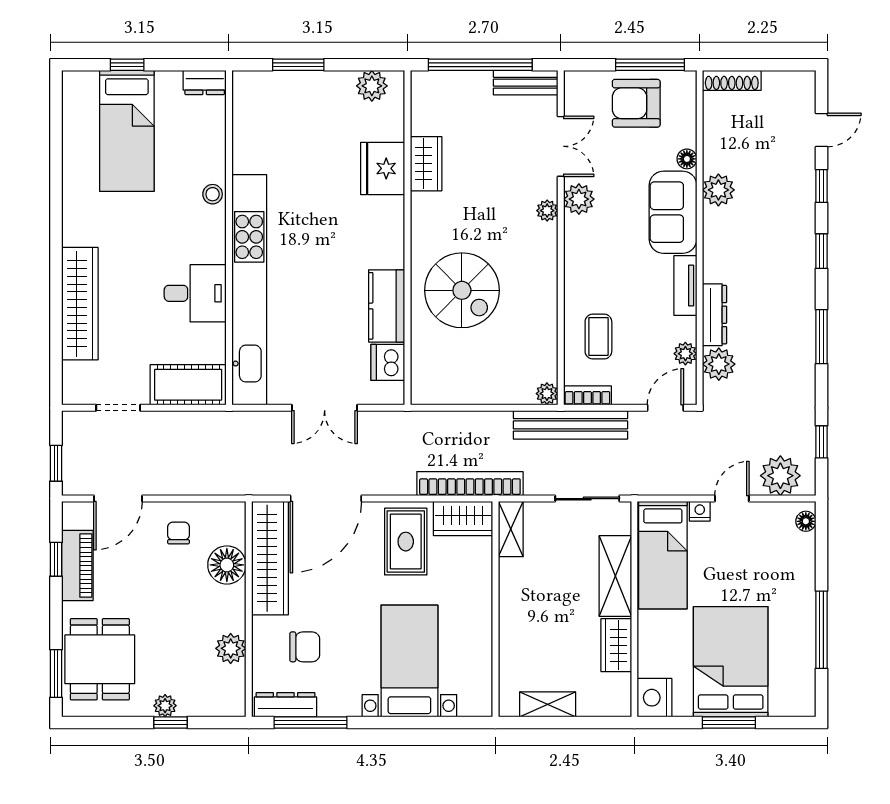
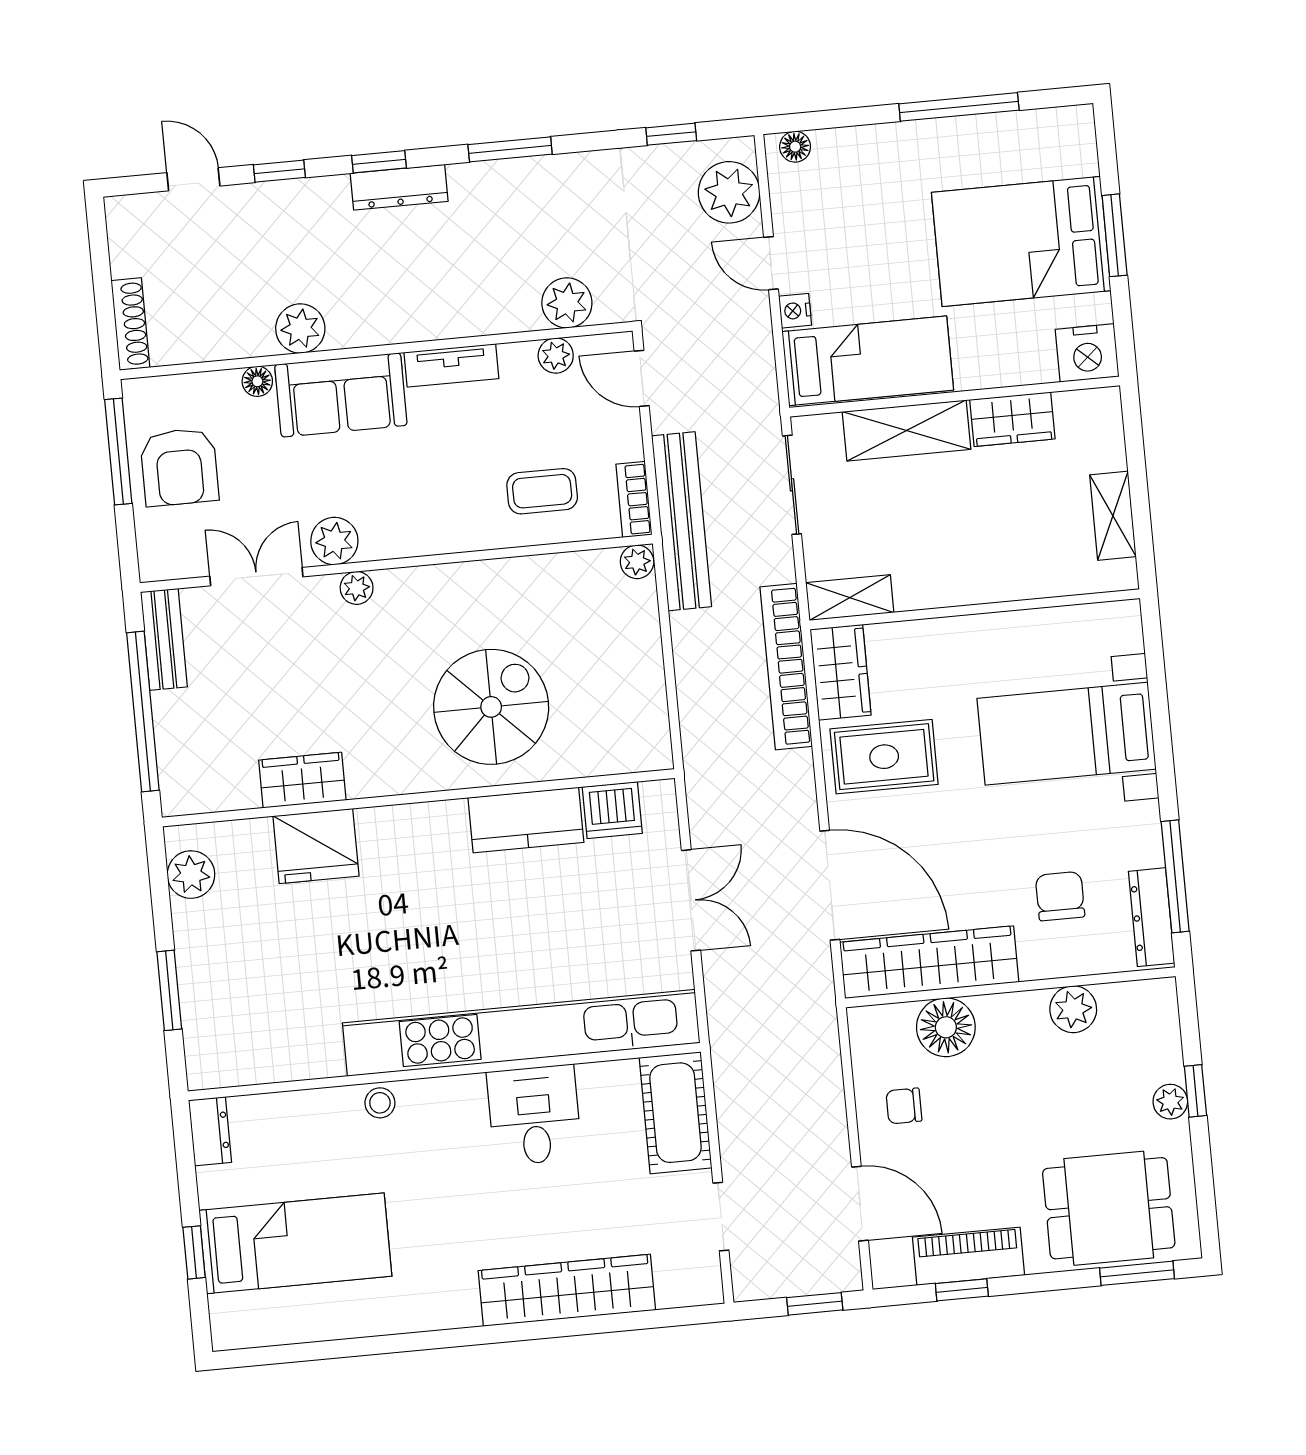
dresser: (715, 315) -> (399, 187), moved, turned 180

